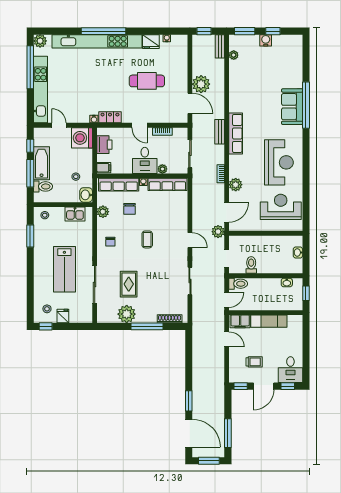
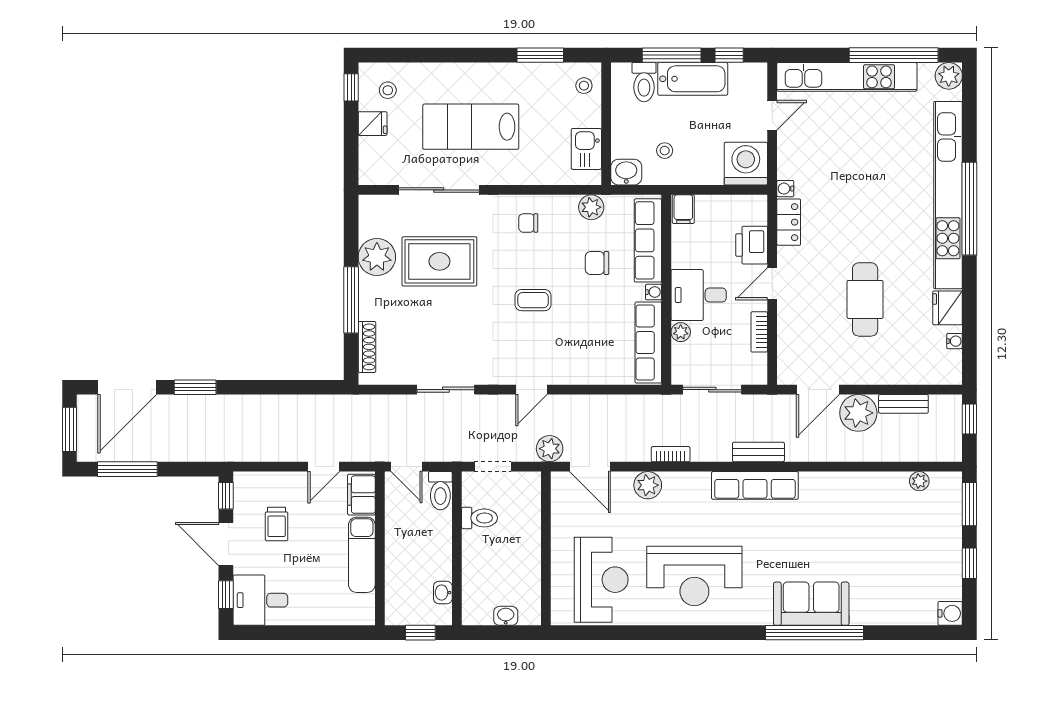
water cooler: (266, 40) -> (950, 613), moved
bench: (220, 46) -> (903, 404), moved
printer: (104, 145) -> (752, 245), moved, turned 90
rug: (129, 284) -> (439, 261), width x1.36, depth x1.43

